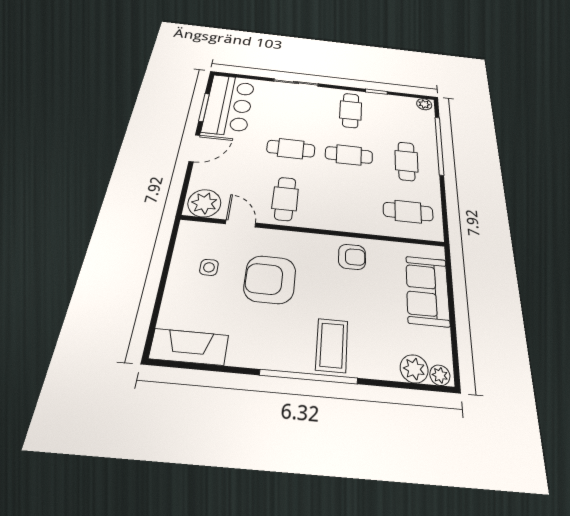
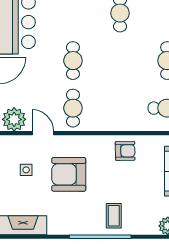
cafe table: (291, 149) -> (73, 61), turned 90
cafe table: (349, 155) -> (120, 61), removed
coffee table: (332, 345) -> (114, 216), width x0.73, depth x0.77

